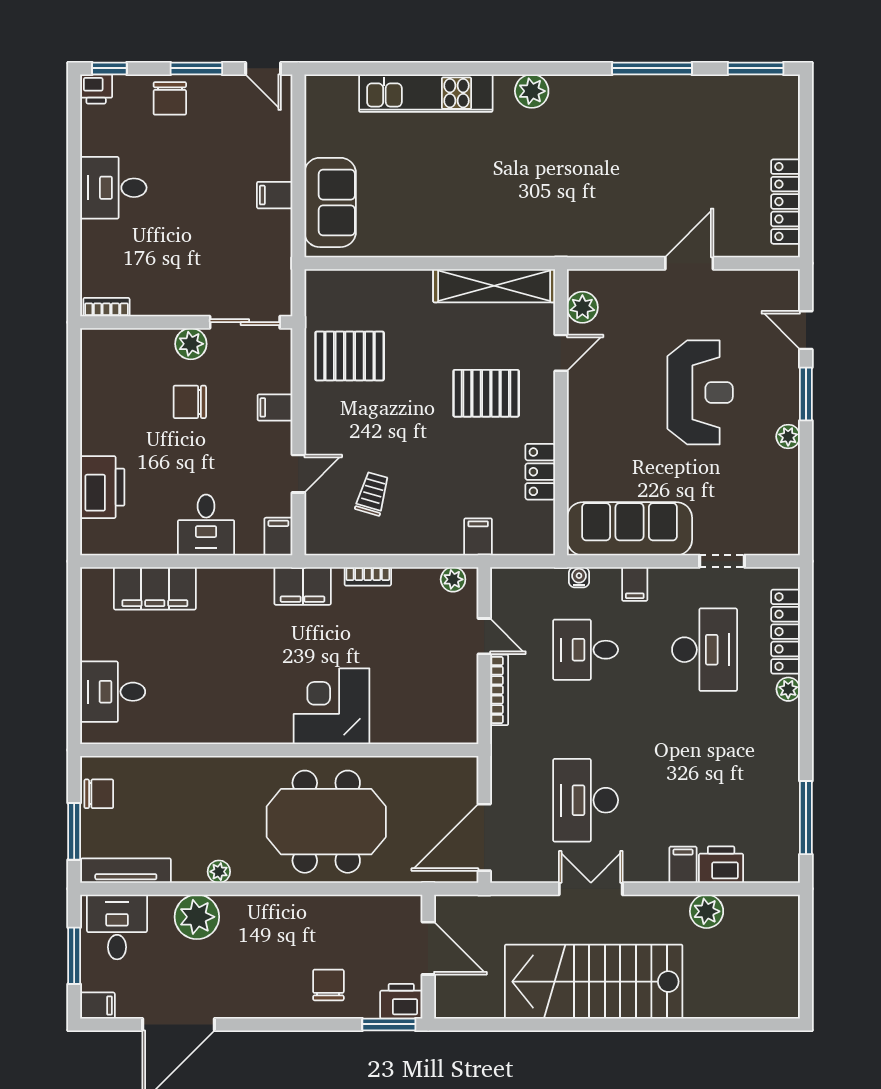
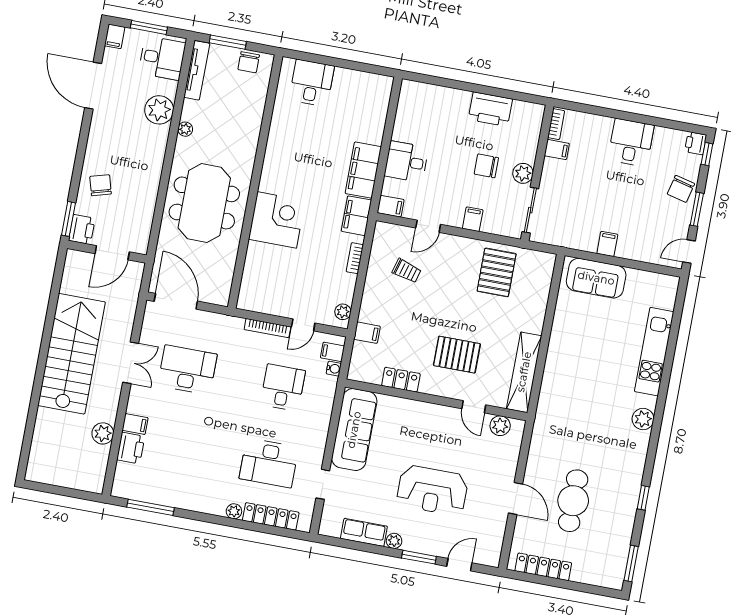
window: (652, 68) -> (643, 498), width x0.46
chair: (170, 98) -> (681, 189), turned -76
cafe table: (676, 175) -> (573, 501), added
filing cabinet: (145, 299) -> (557, 150), added
pallet: (486, 393) -> (457, 355), turned 90
chair: (190, 402) -> (486, 166), turned -90
door: (298, 474) -> (428, 226), hinge flipped
row of seats: (784, 485) -> (364, 532), added
printer: (102, 487) -> (490, 109), moved
water cooler: (579, 577) -> (334, 369), moved
filing cabinet: (635, 584) -> (332, 352), moved
filing cabinet: (155, 588) -> (363, 170), moved
chair: (328, 985) -> (101, 185), turned -106

